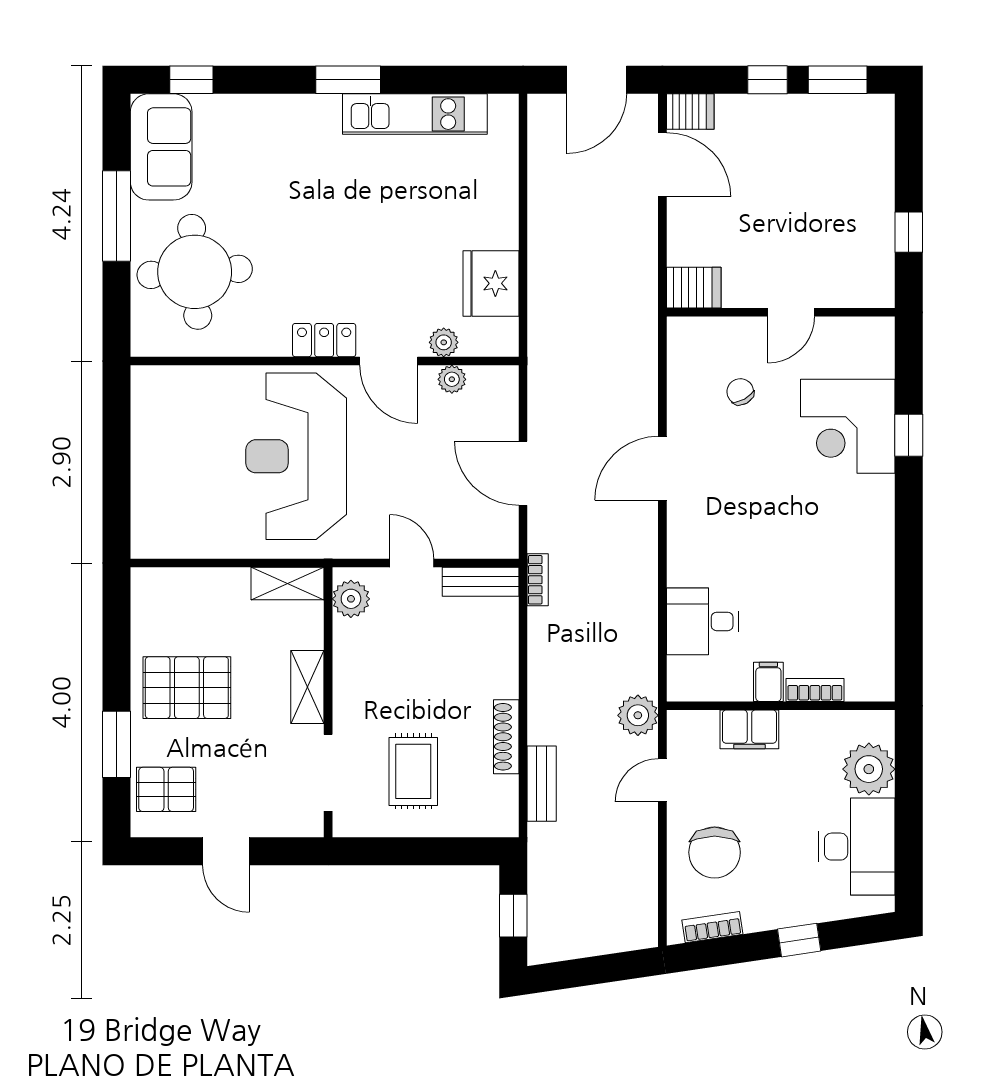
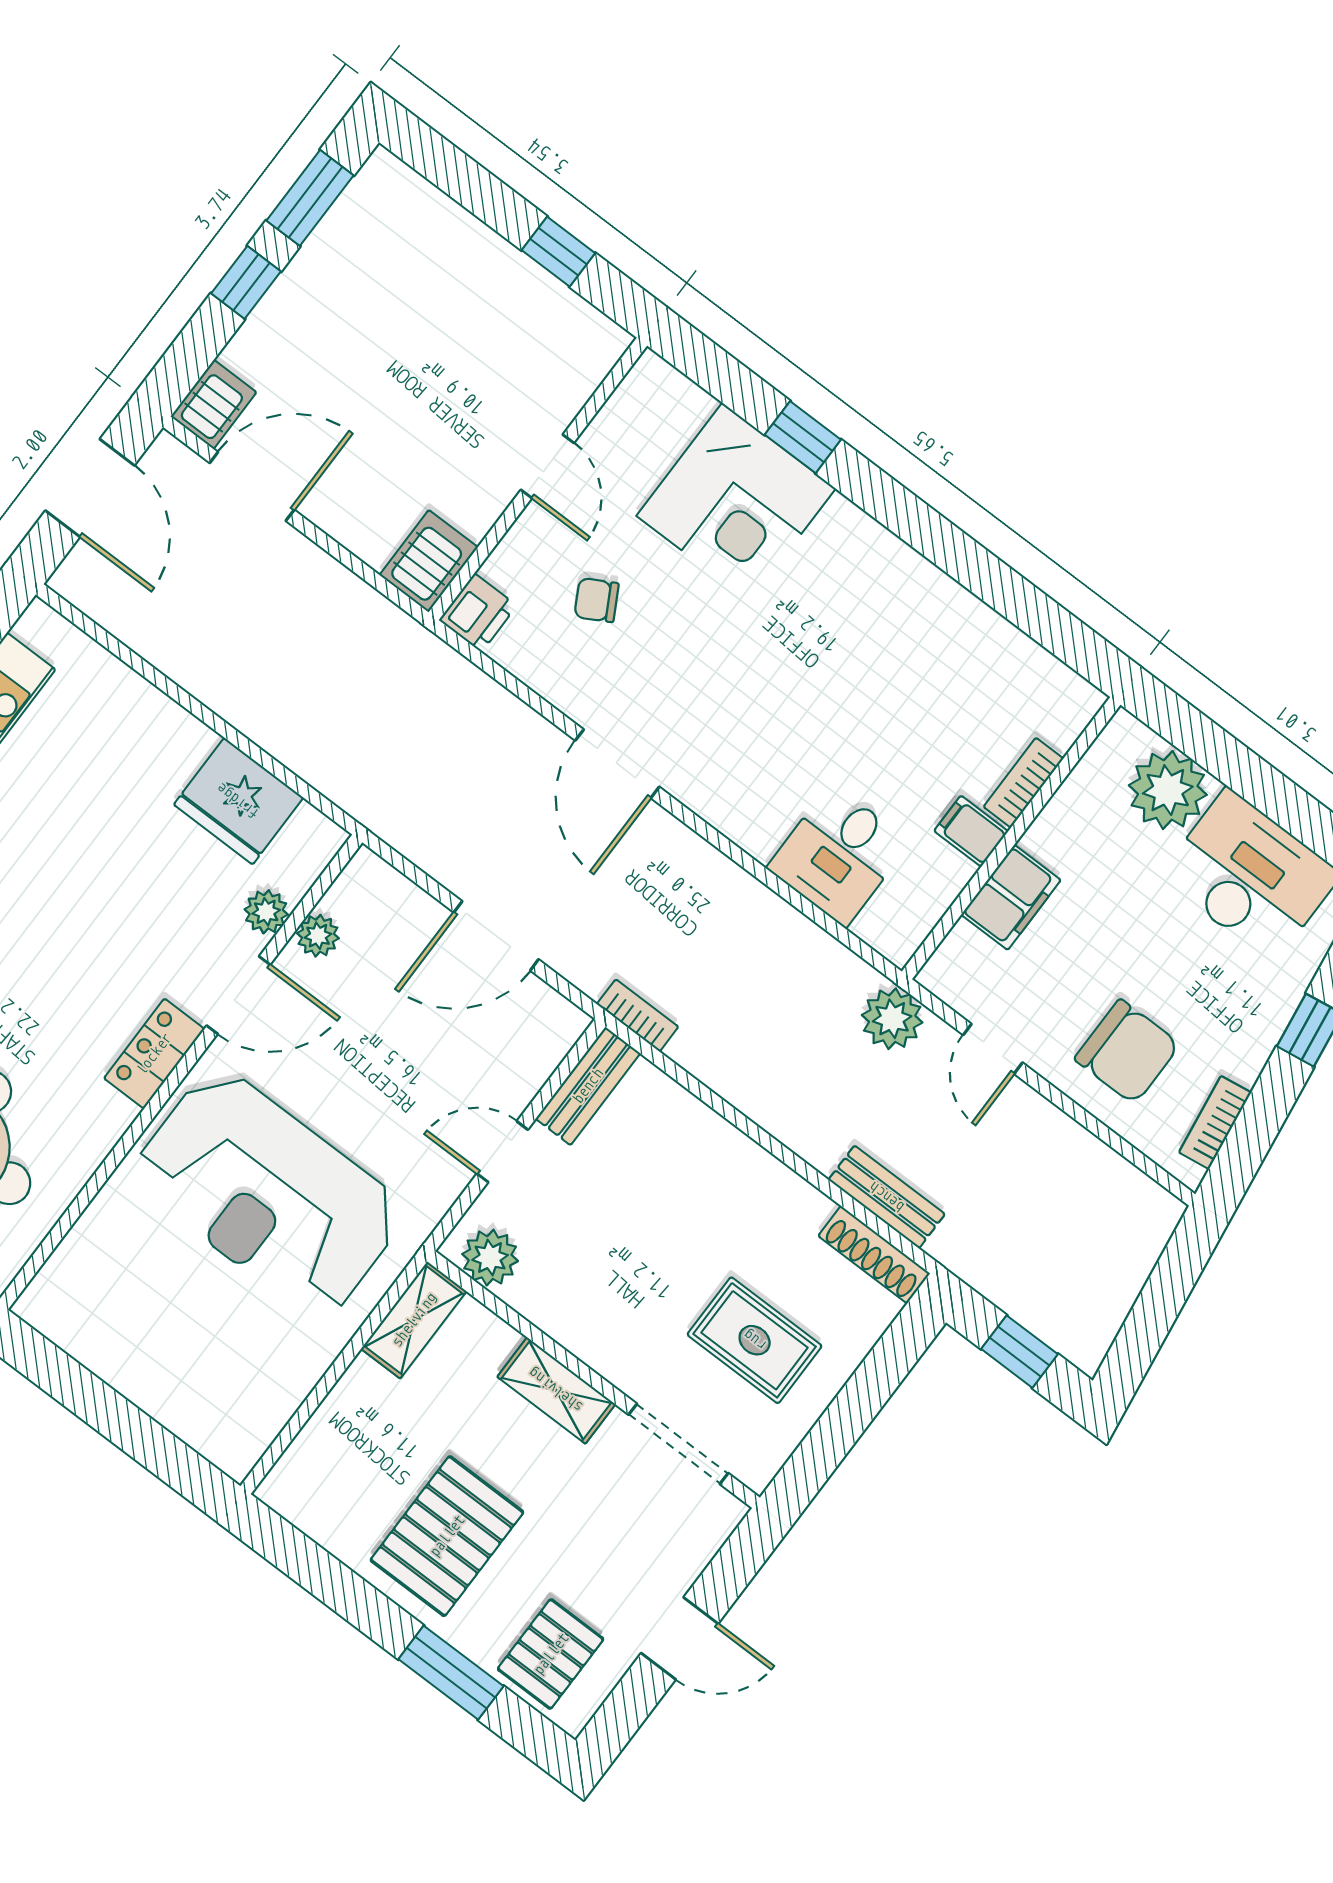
printer: (686, 334) -> (478, 613), added
shoe rack: (506, 737) -> (874, 1255), moved

